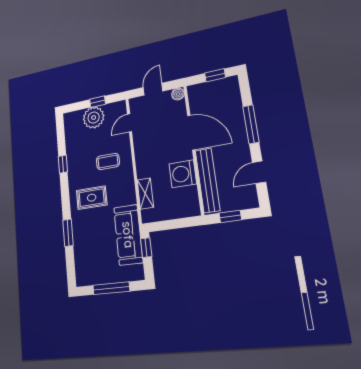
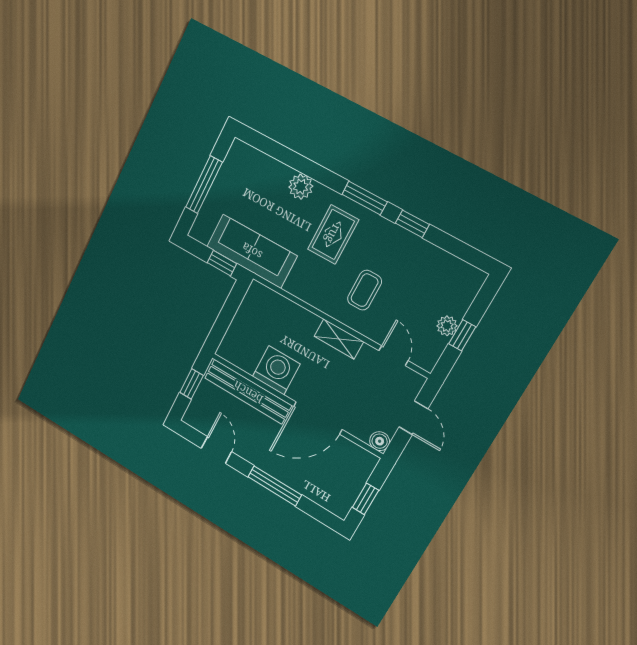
plant: (94, 118) -> (447, 326), width x0.53, depth x0.53
shelving: (145, 194) -> (339, 339), moved
plant: (79, 232) -> (301, 187), added
window: (68, 233) -> (365, 198), moved

